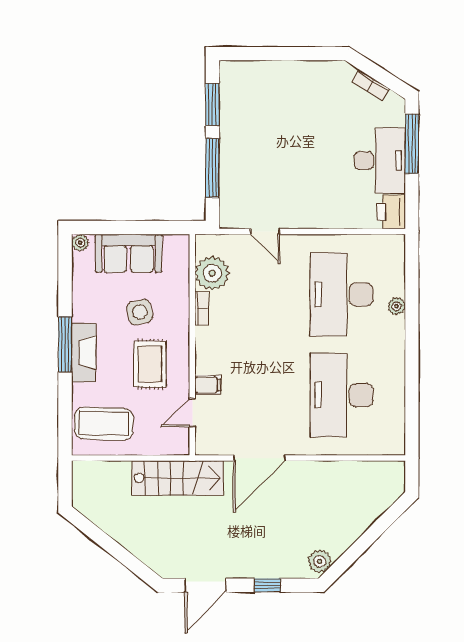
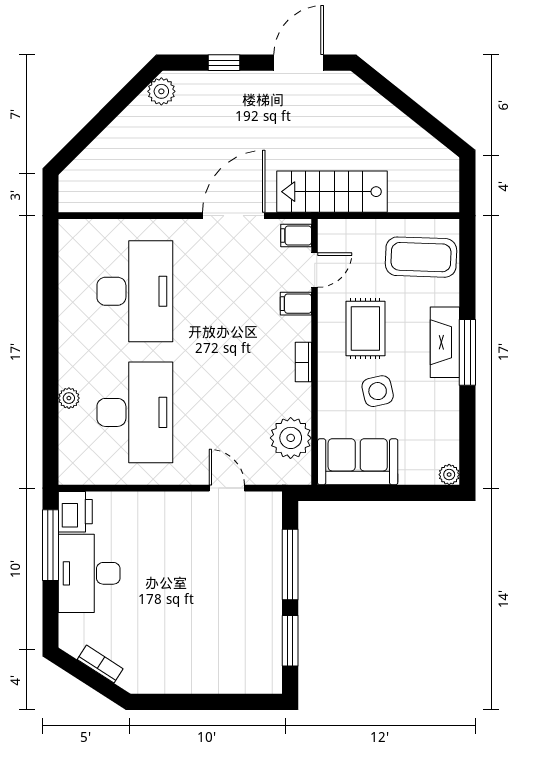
window: (412, 144) -> (50, 545), moved
sofa: (129, 253) -> (358, 462), moved
bookcase: (201, 309) -> (303, 362), moved
filing cabinet: (208, 441) -> (296, 235), added

